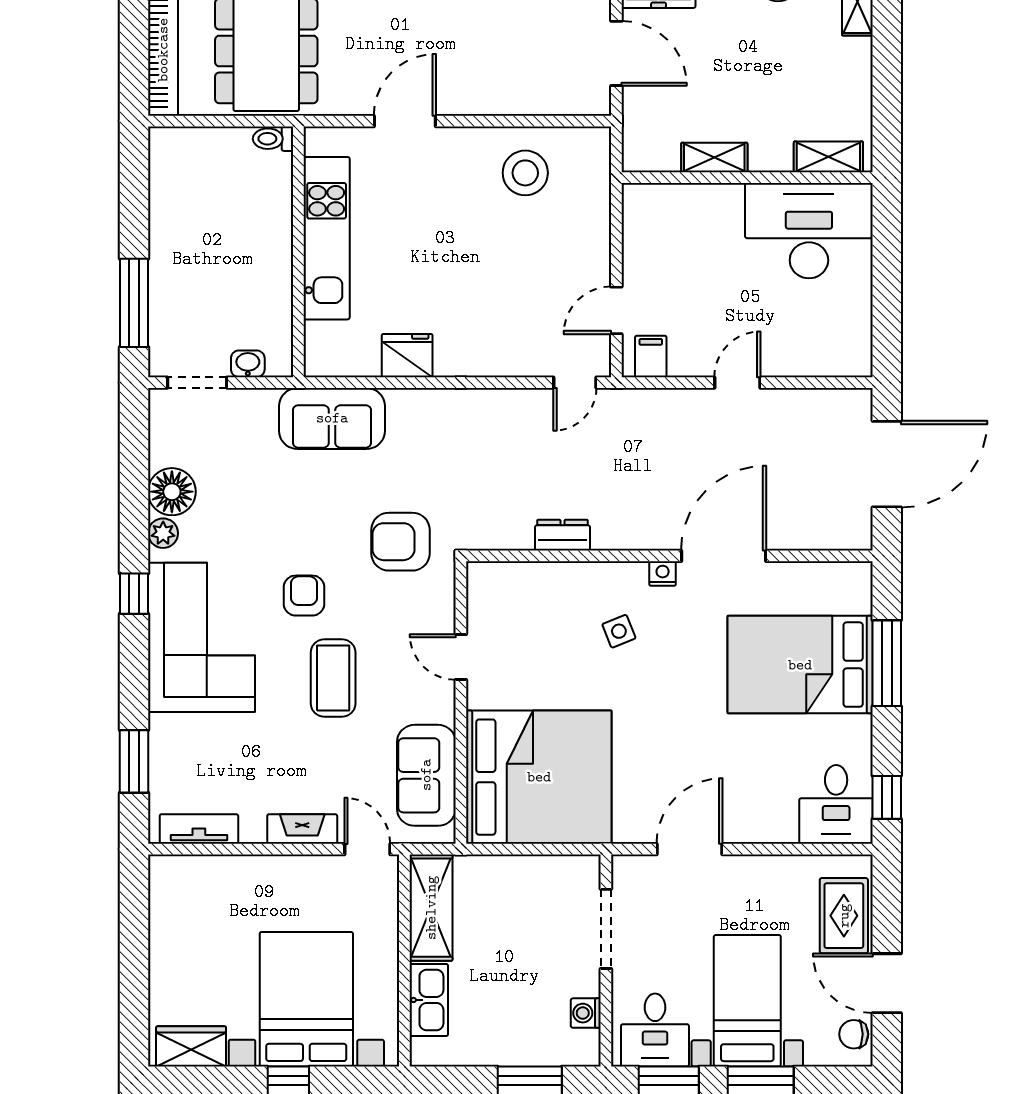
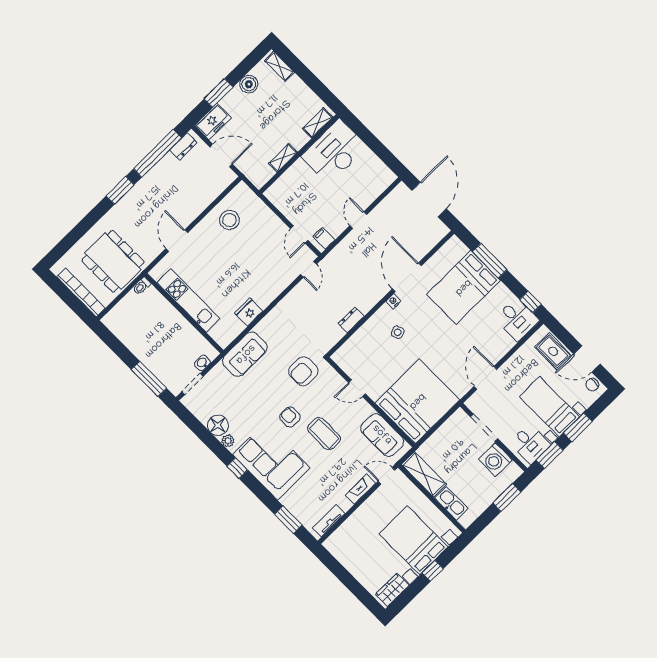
washing machine: (586, 1013) -> (495, 460), width x1.89, depth x1.89

